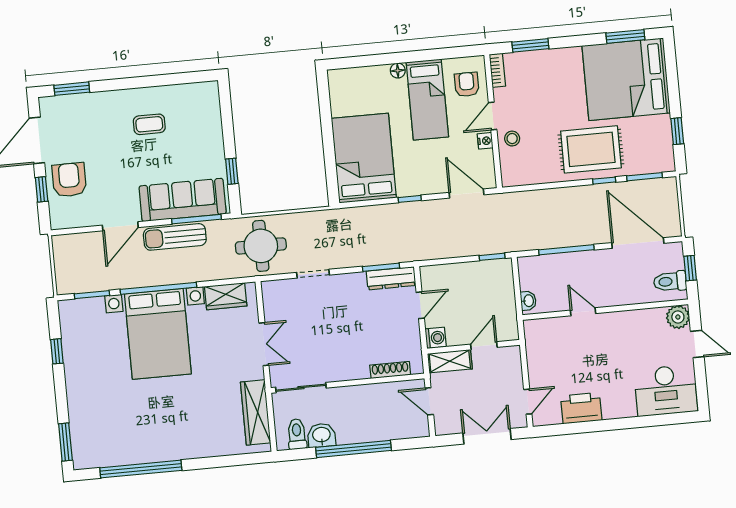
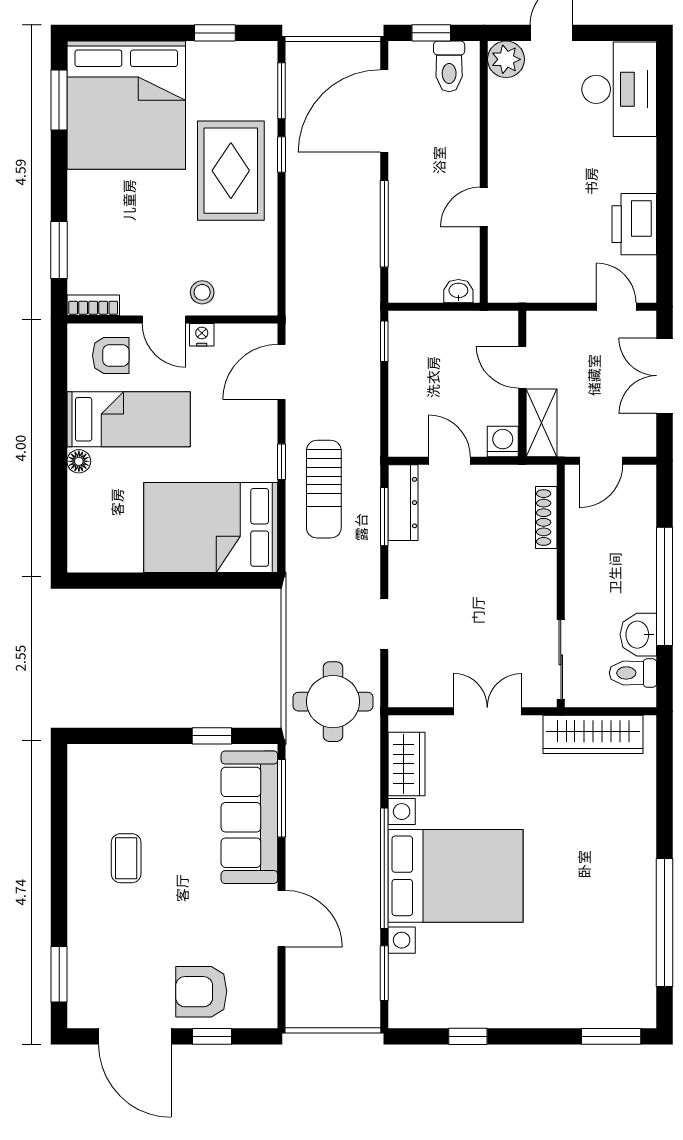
armchair: (467, 84) -> (111, 356), turned 180
sun lounger: (175, 237) -> (324, 489), moved

